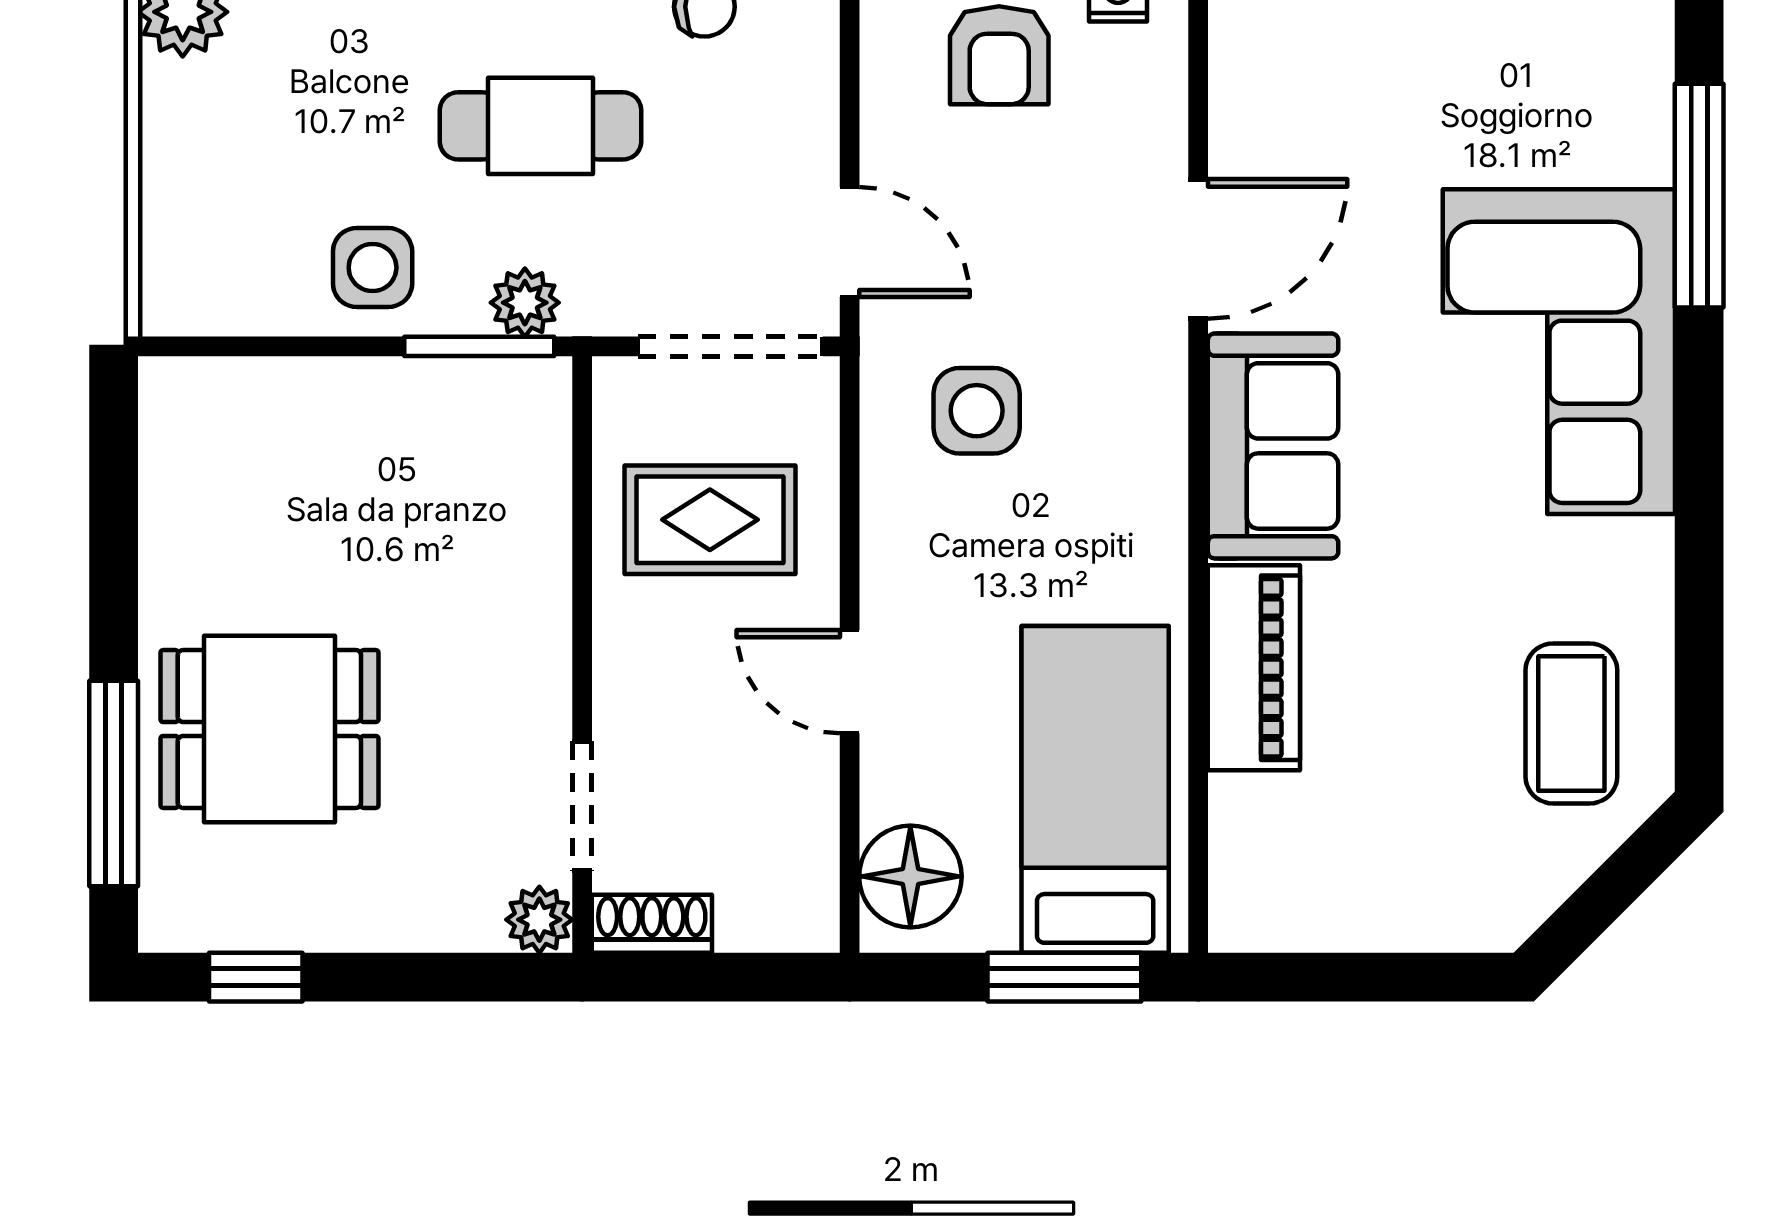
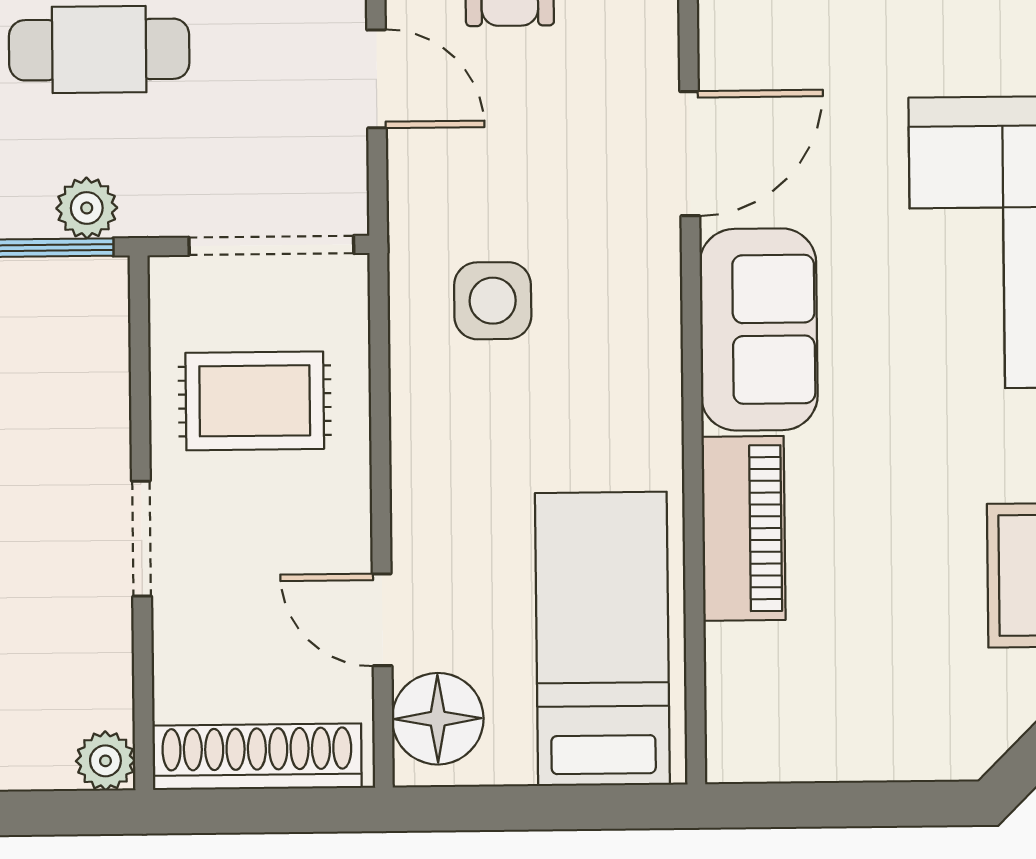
door: (850, 242) -> (376, 79), moved
door: (850, 682) -> (382, 620), moved
doorway: (582, 806) -> (142, 539), moved
shoe rack: (652, 924) -> (257, 757), width x1.94, depth x1.24
window: (1064, 977) -> (577, 807), removed

